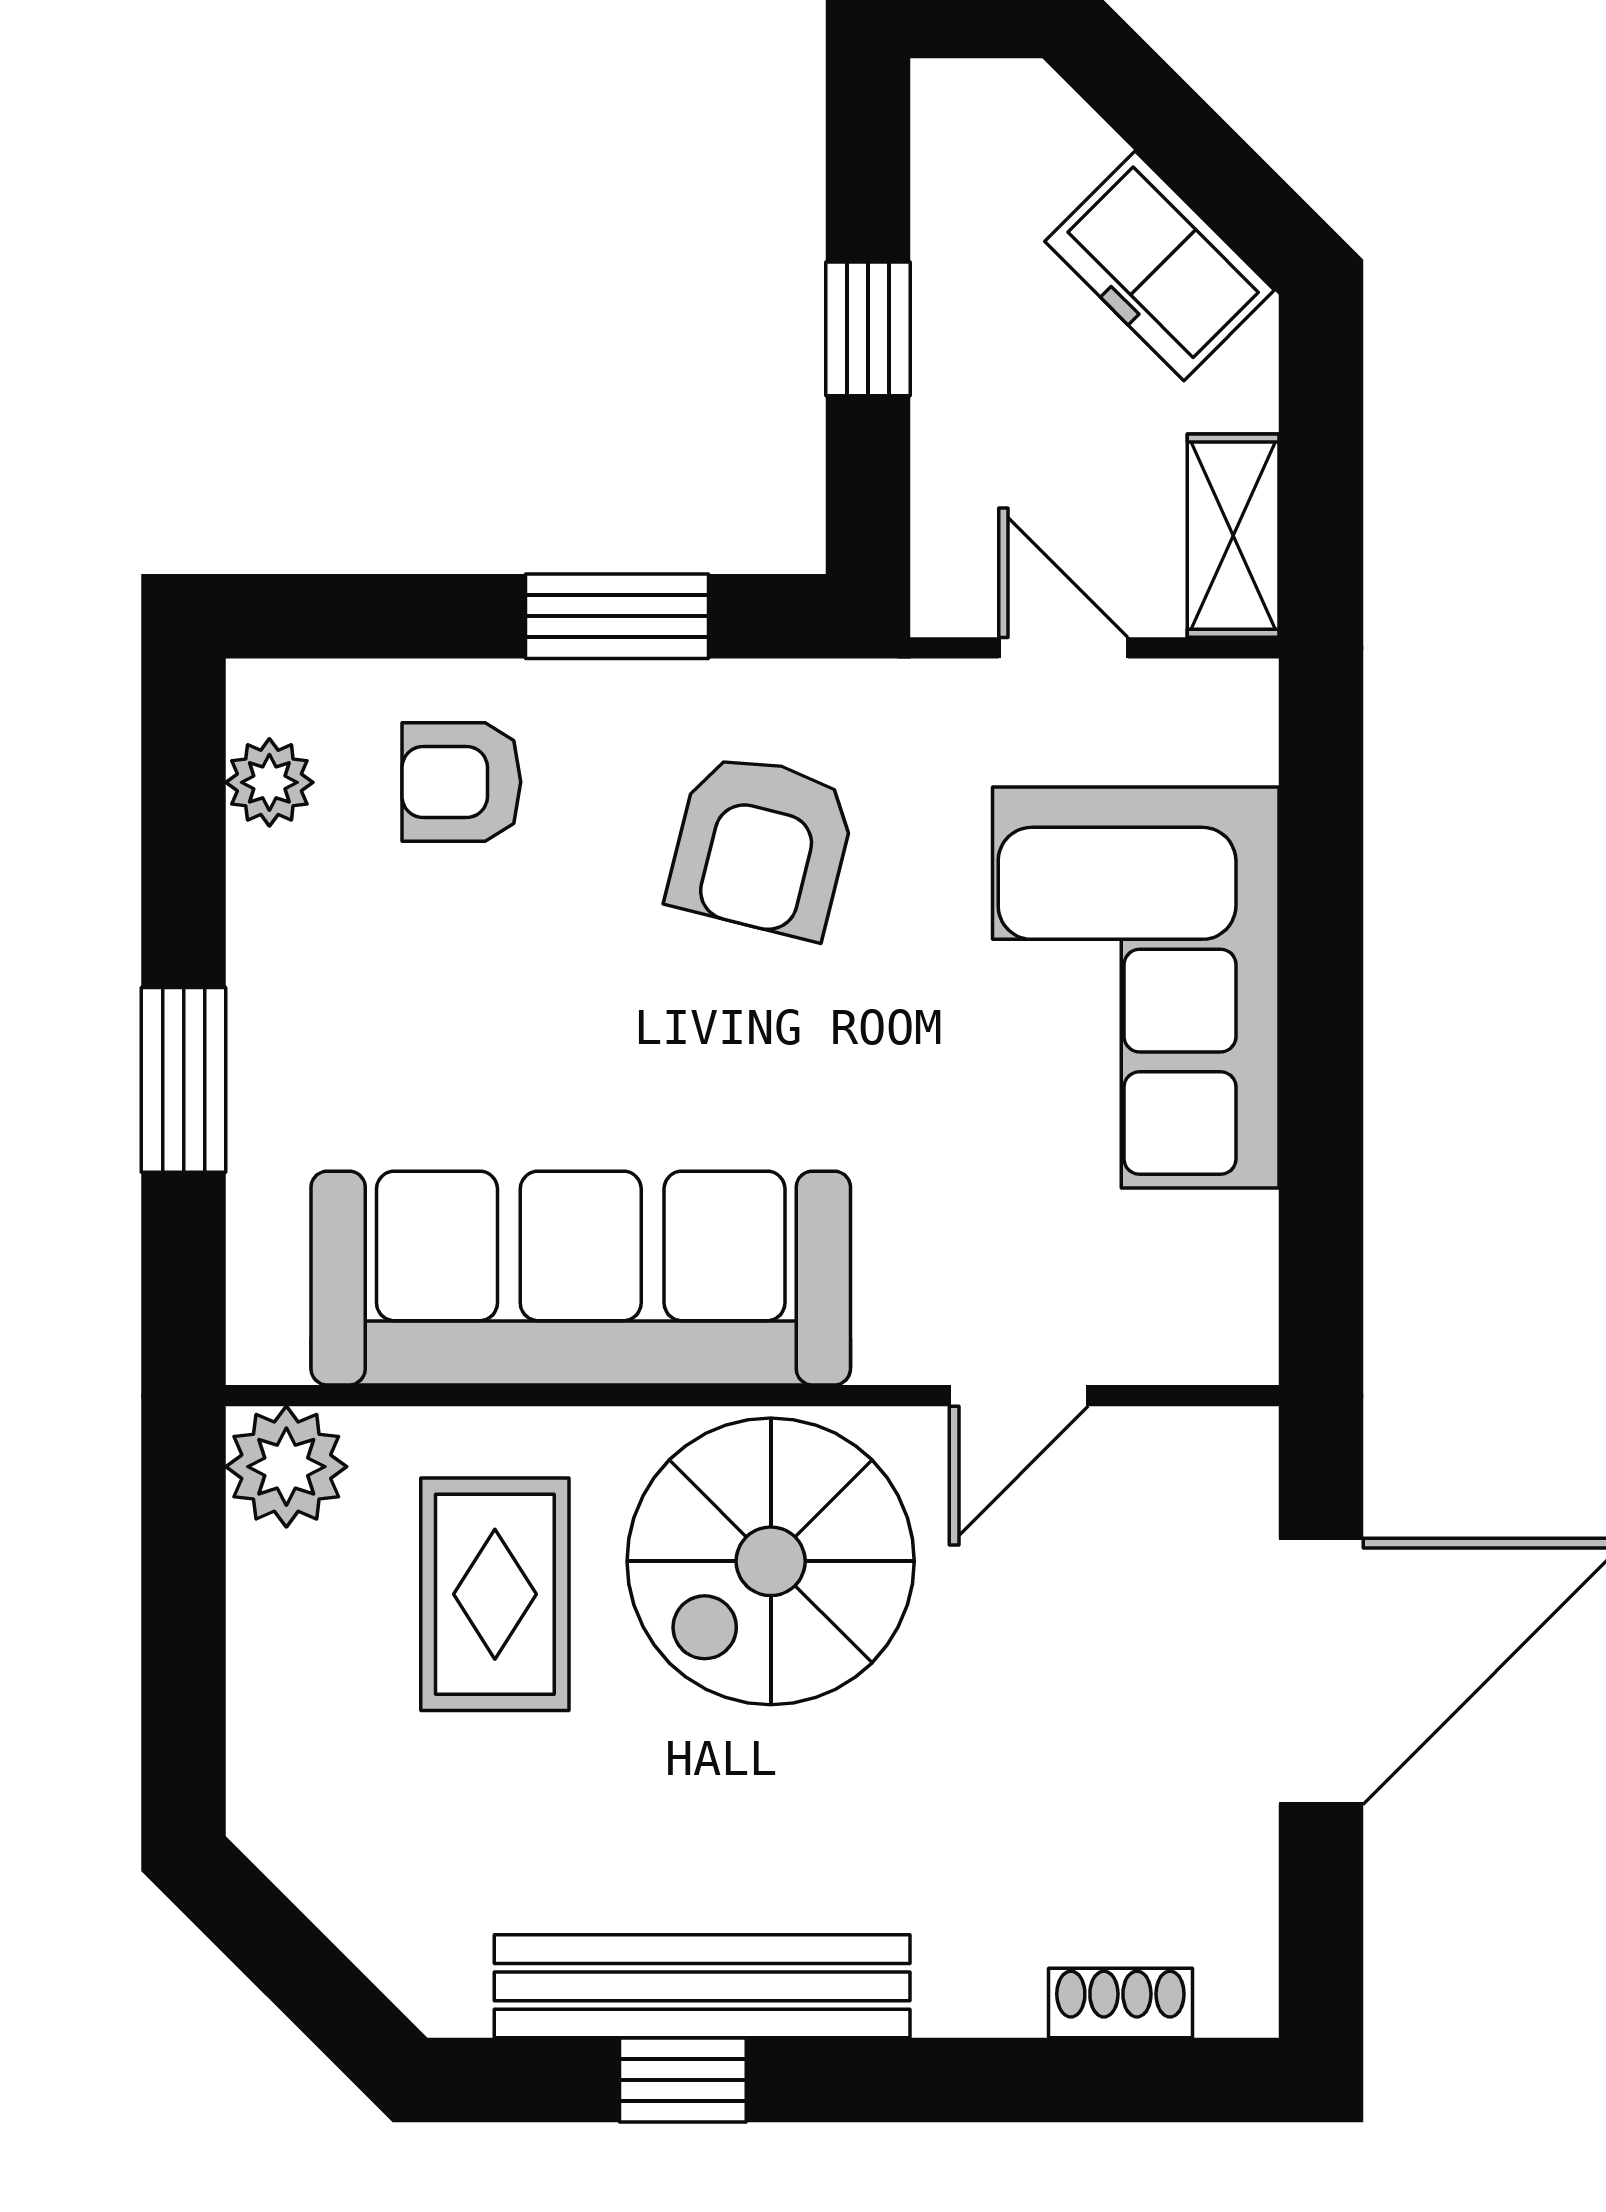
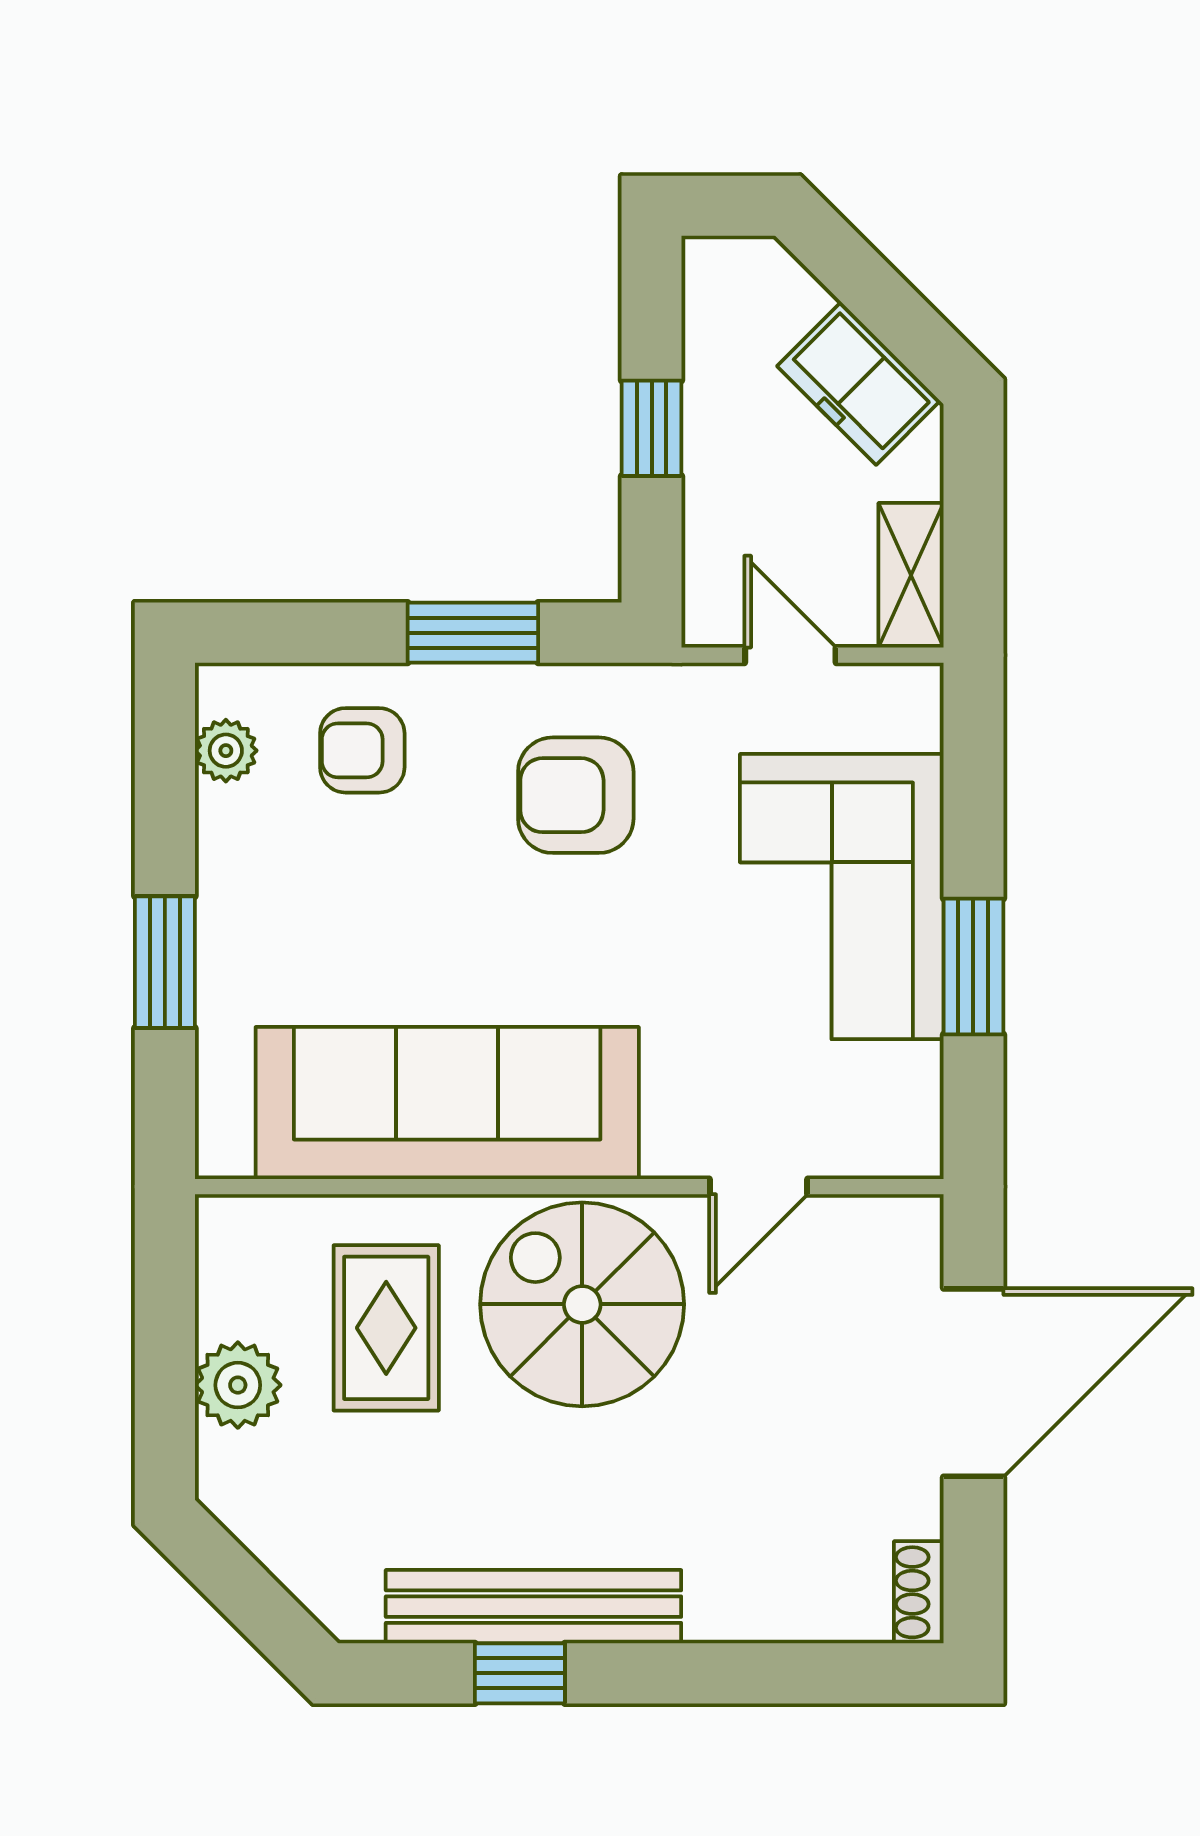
armchair: (762, 845) -> (576, 795), turned 76
window: (1321, 1086) -> (973, 967), added
plant: (286, 1467) -> (238, 1385), moved
spiral stairs: (771, 1561) -> (582, 1304), turned 90
shoe rack: (1120, 2003) -> (919, 1592), moved, turned -90

